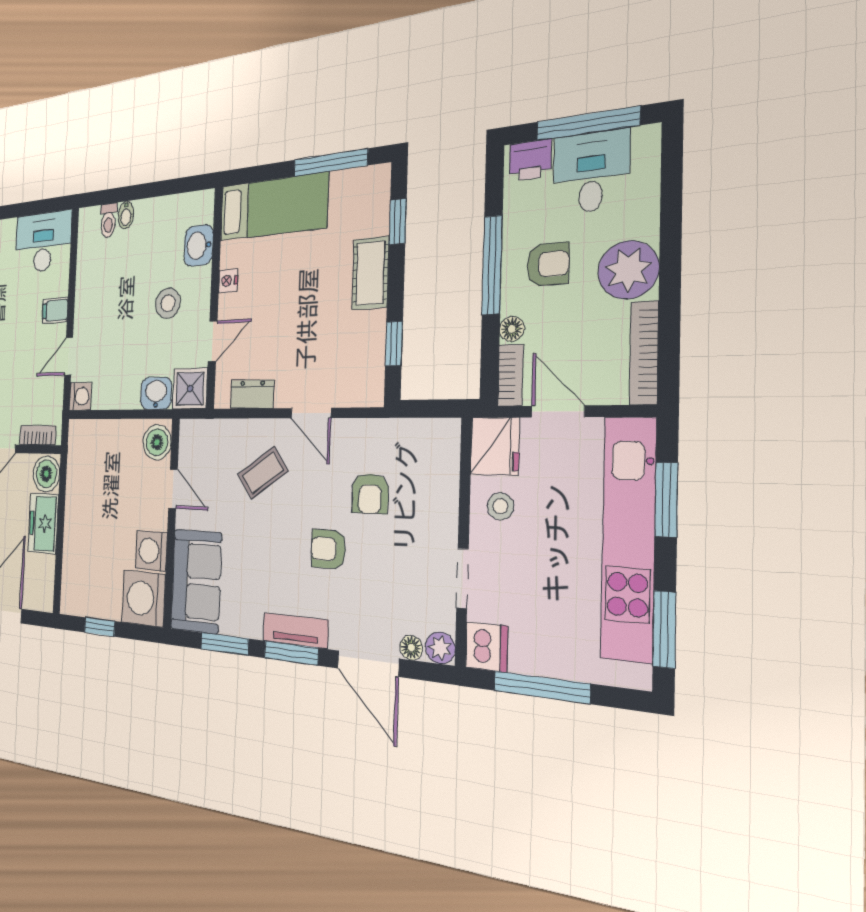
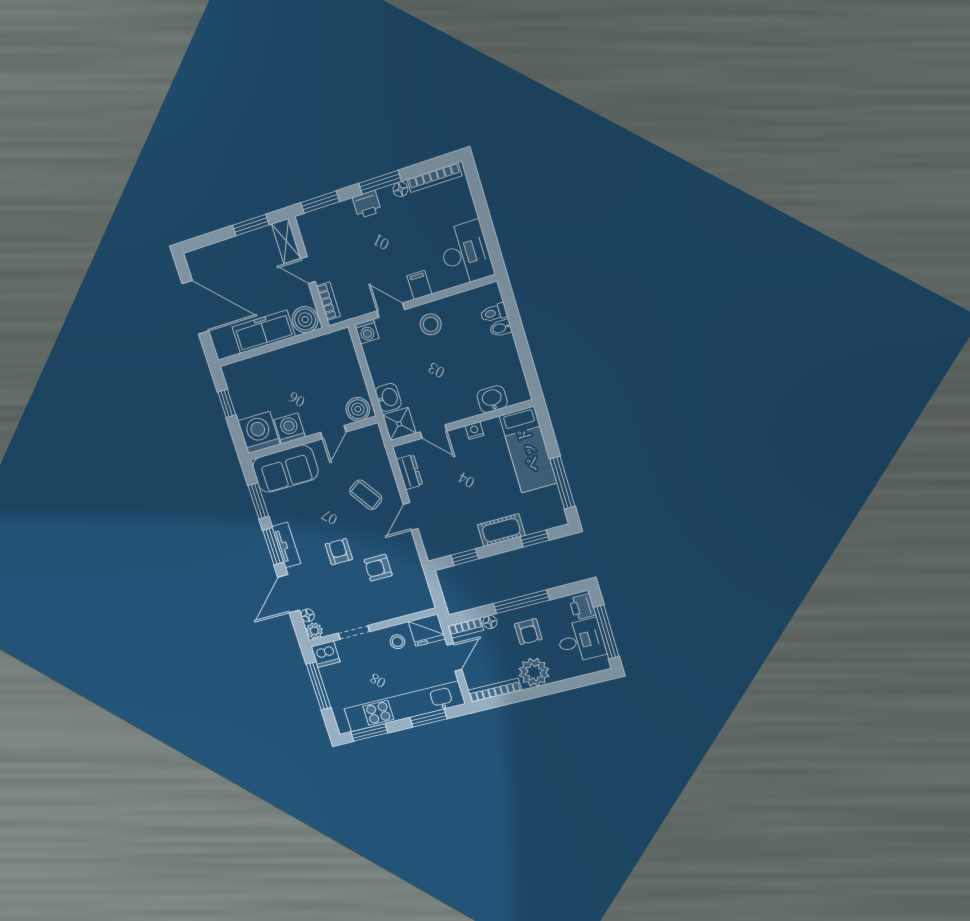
stool: (168, 303) -> (431, 324), moved
freezer: (43, 523) -> (264, 332), width x1.40

